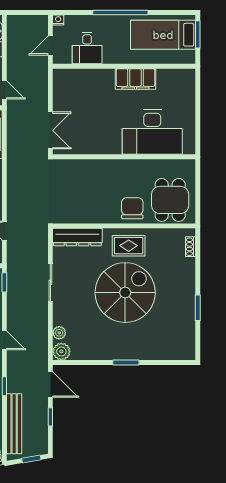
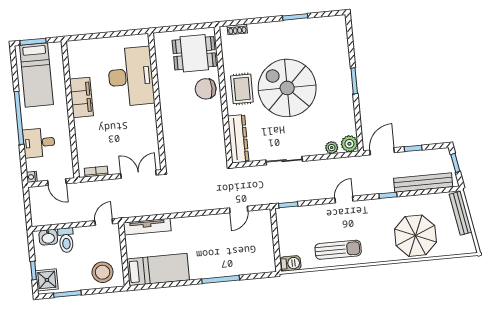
desk: (87, 48) -> (39, 143), moved, turned 180
bookcase: (57, 87) -> (96, 172), added

